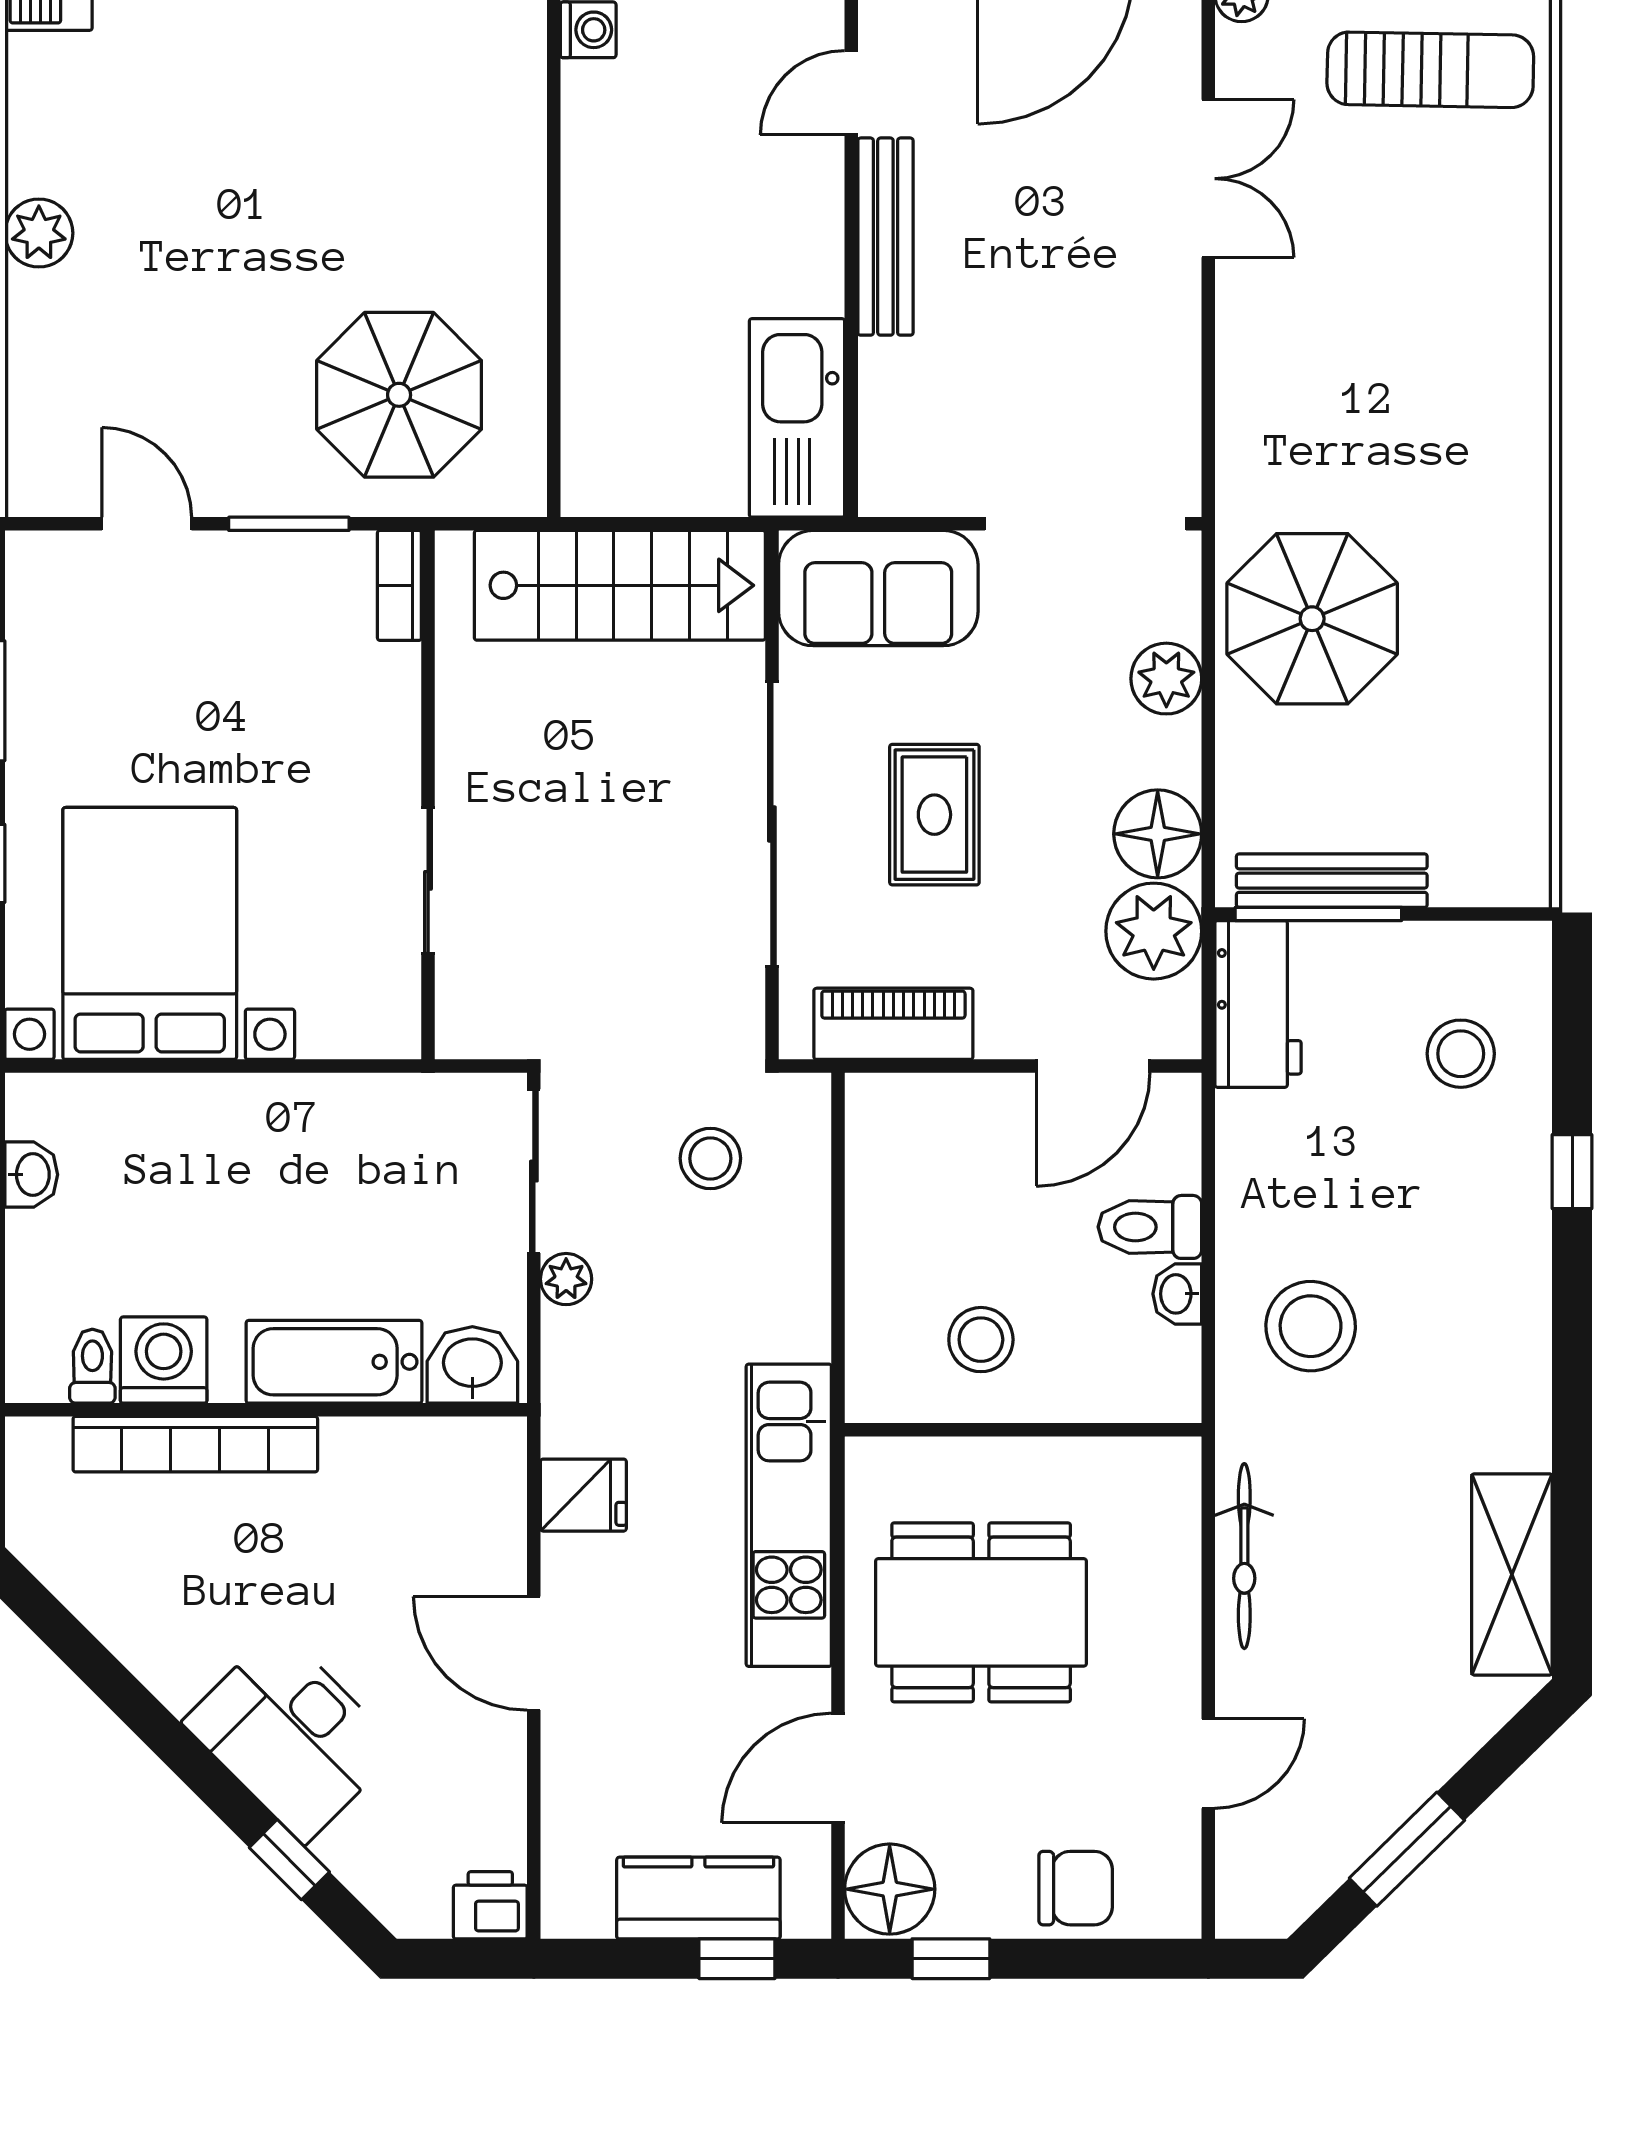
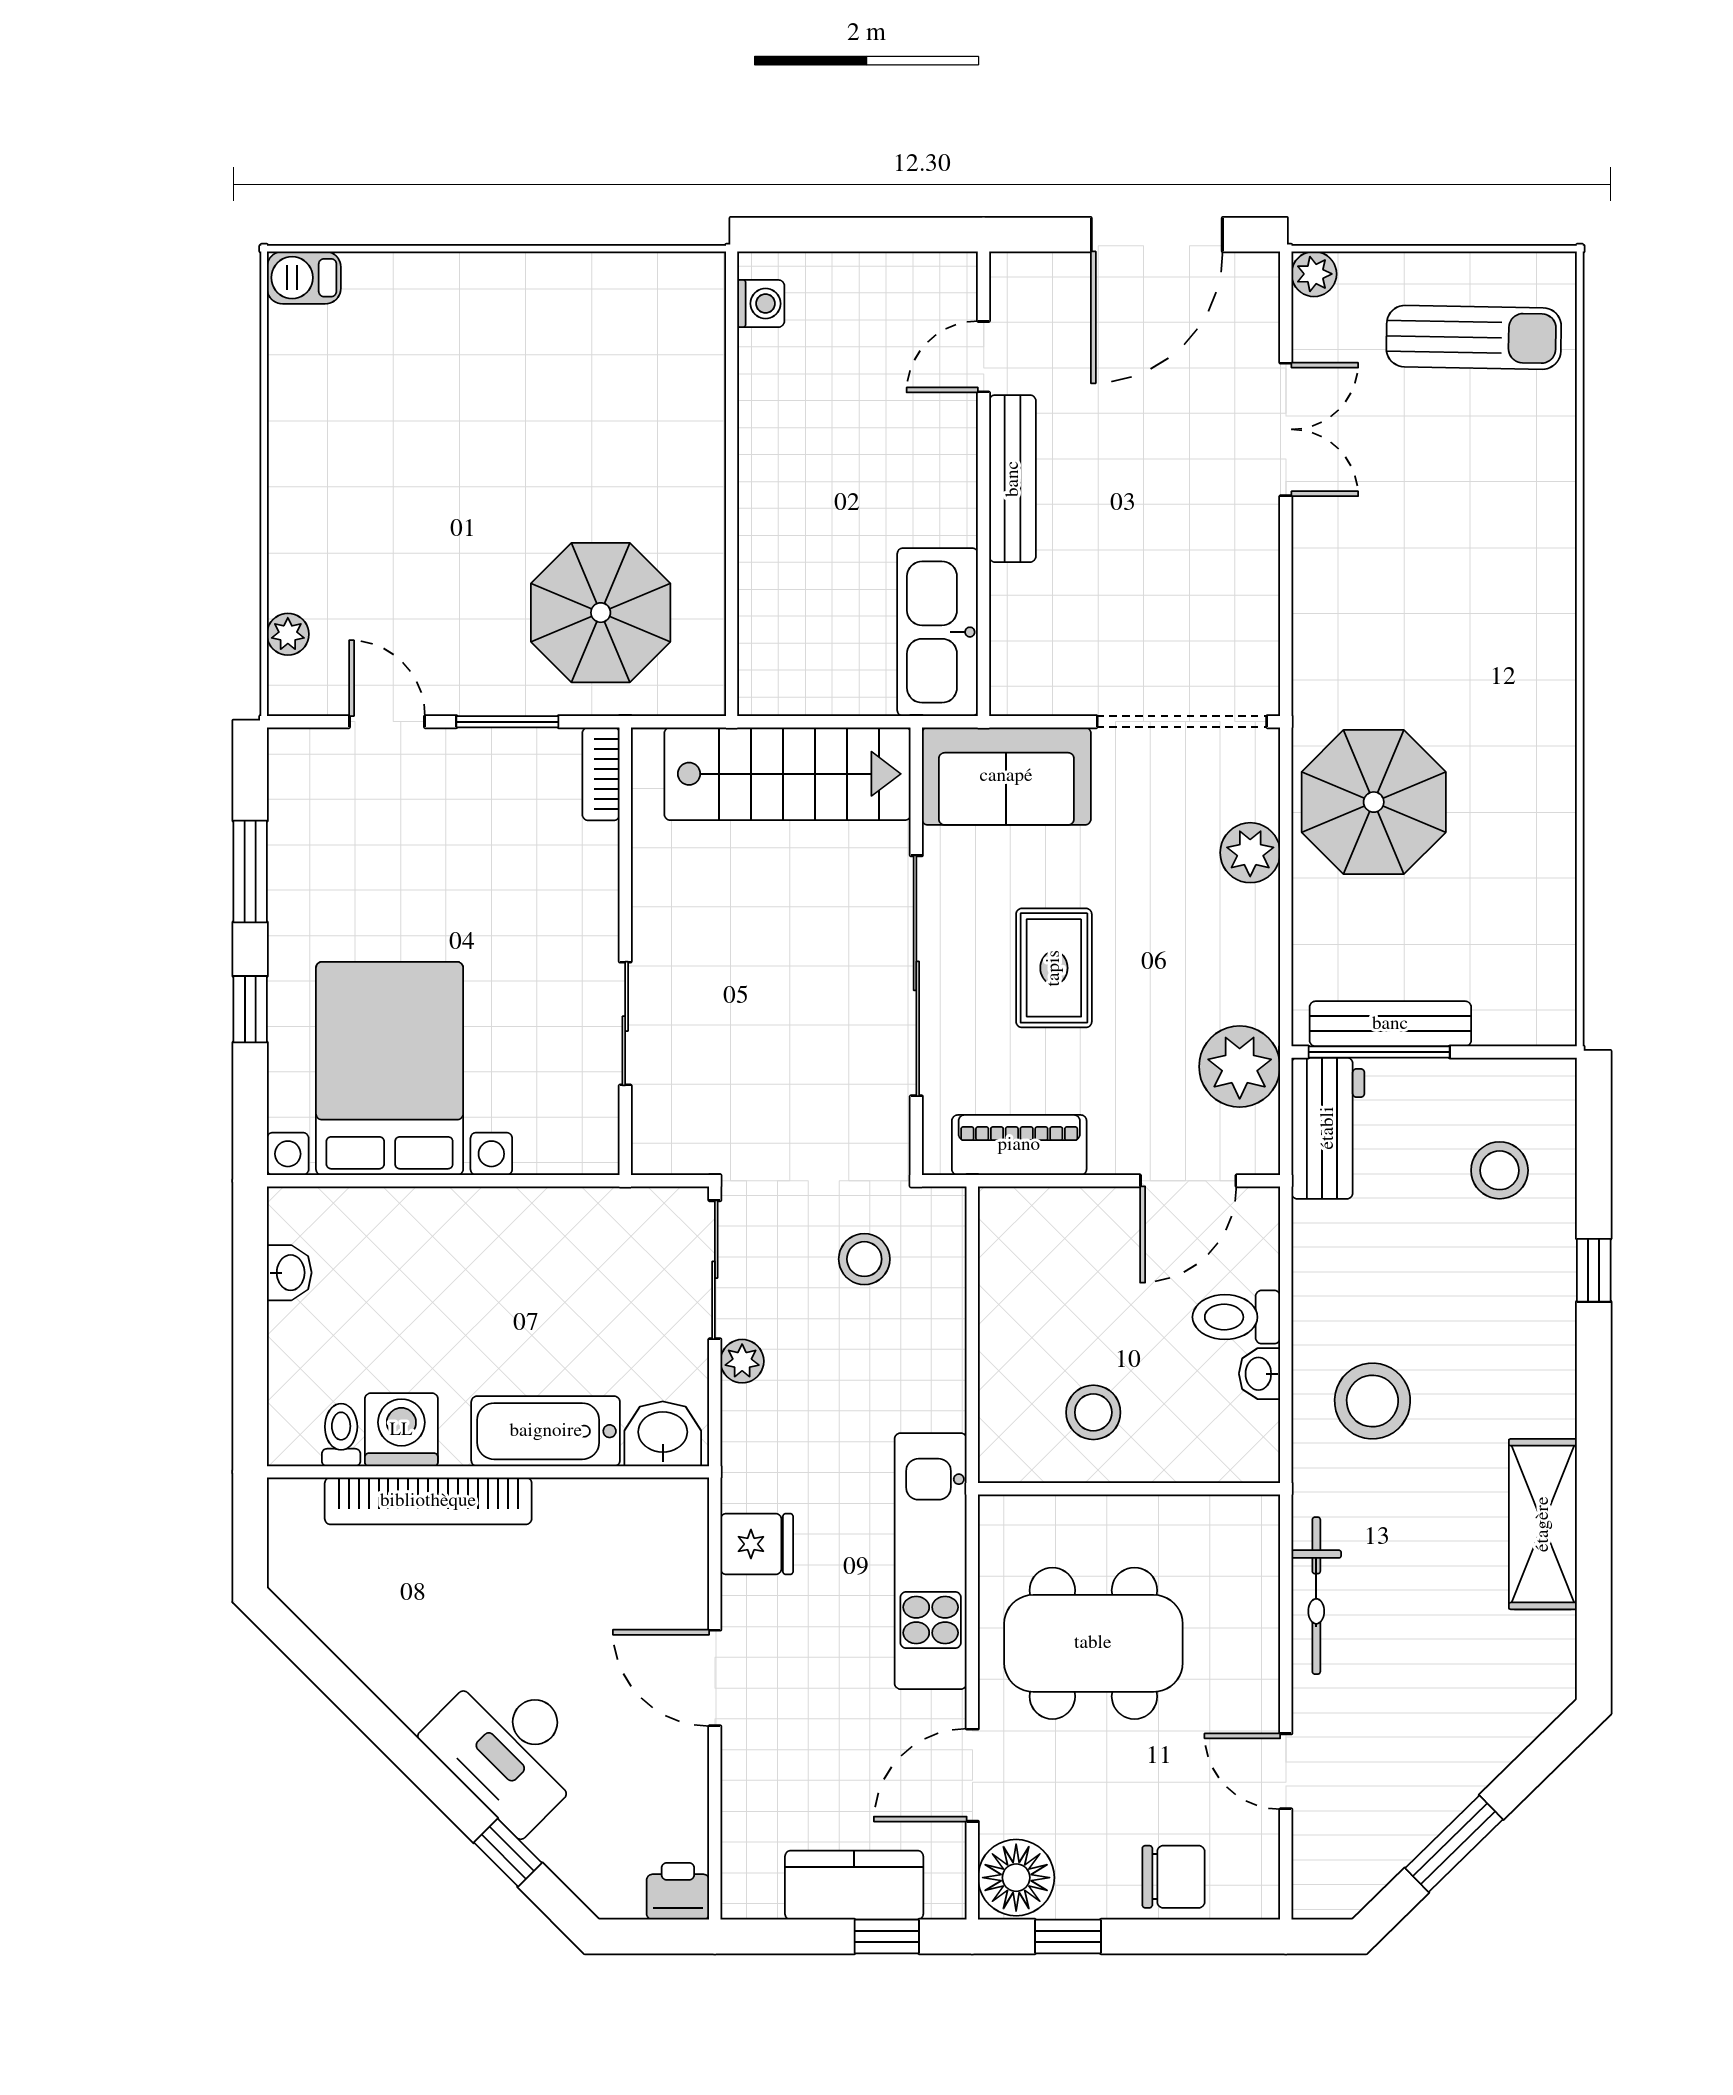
plant: (39, 233) -> (288, 634), moved, width x0.73, depth x0.73
floor lamp: (1158, 834) -> (1243, 984), removed
shelving: (1512, 1574) -> (1543, 1524), moved
door: (1208, 1764) -> (1286, 1771), swing flipped

